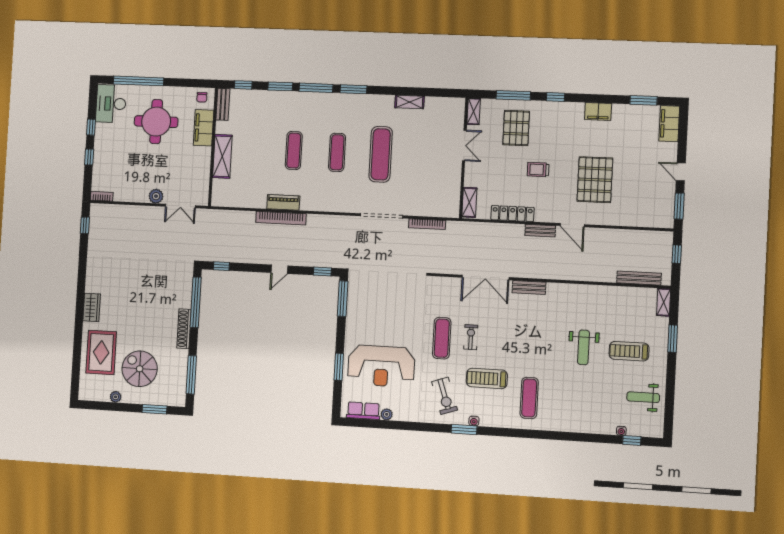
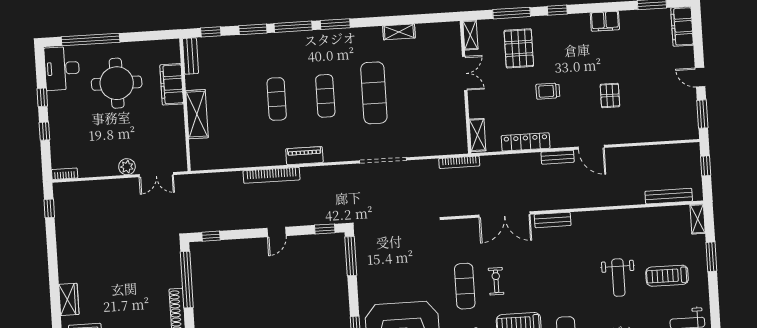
chair: (202, 97) -> (166, 50), removed
pallet: (595, 180) -> (610, 95), width x0.49, depth x0.50
piano: (283, 202) -> (304, 156), moved
bookcase: (427, 224) -> (459, 162), moved

